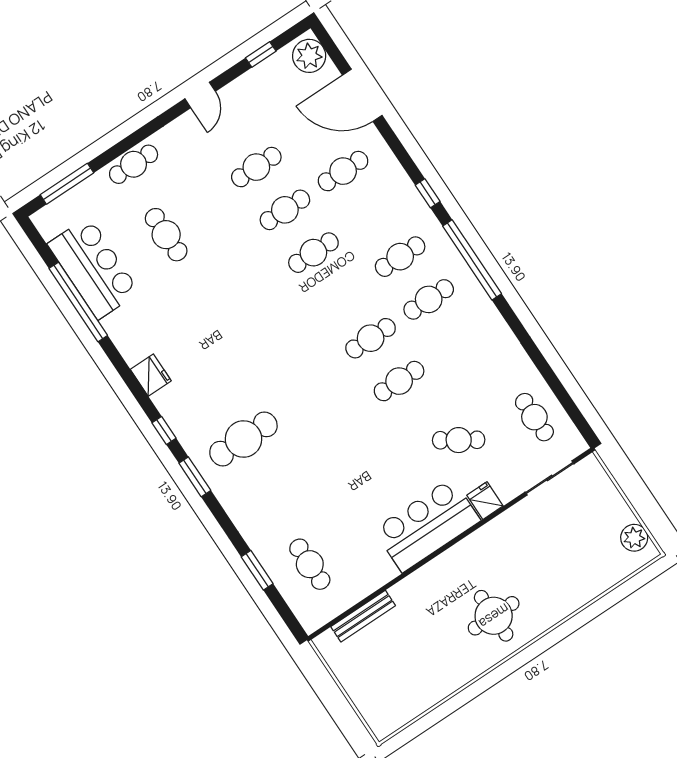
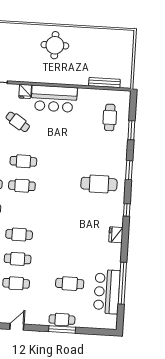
window: (67, 184) -> (62, 329), moved
cafe table: (166, 235) -> (70, 284), turned 90
window: (195, 477) -> (129, 170), moved

